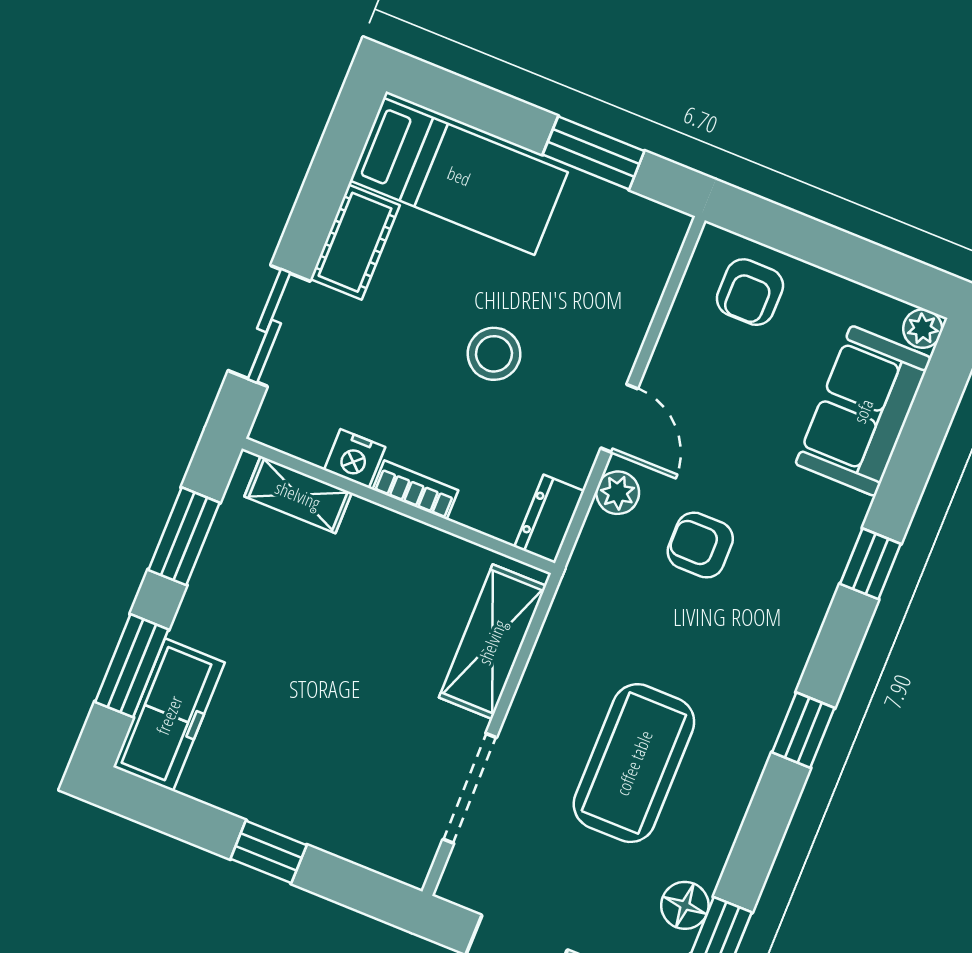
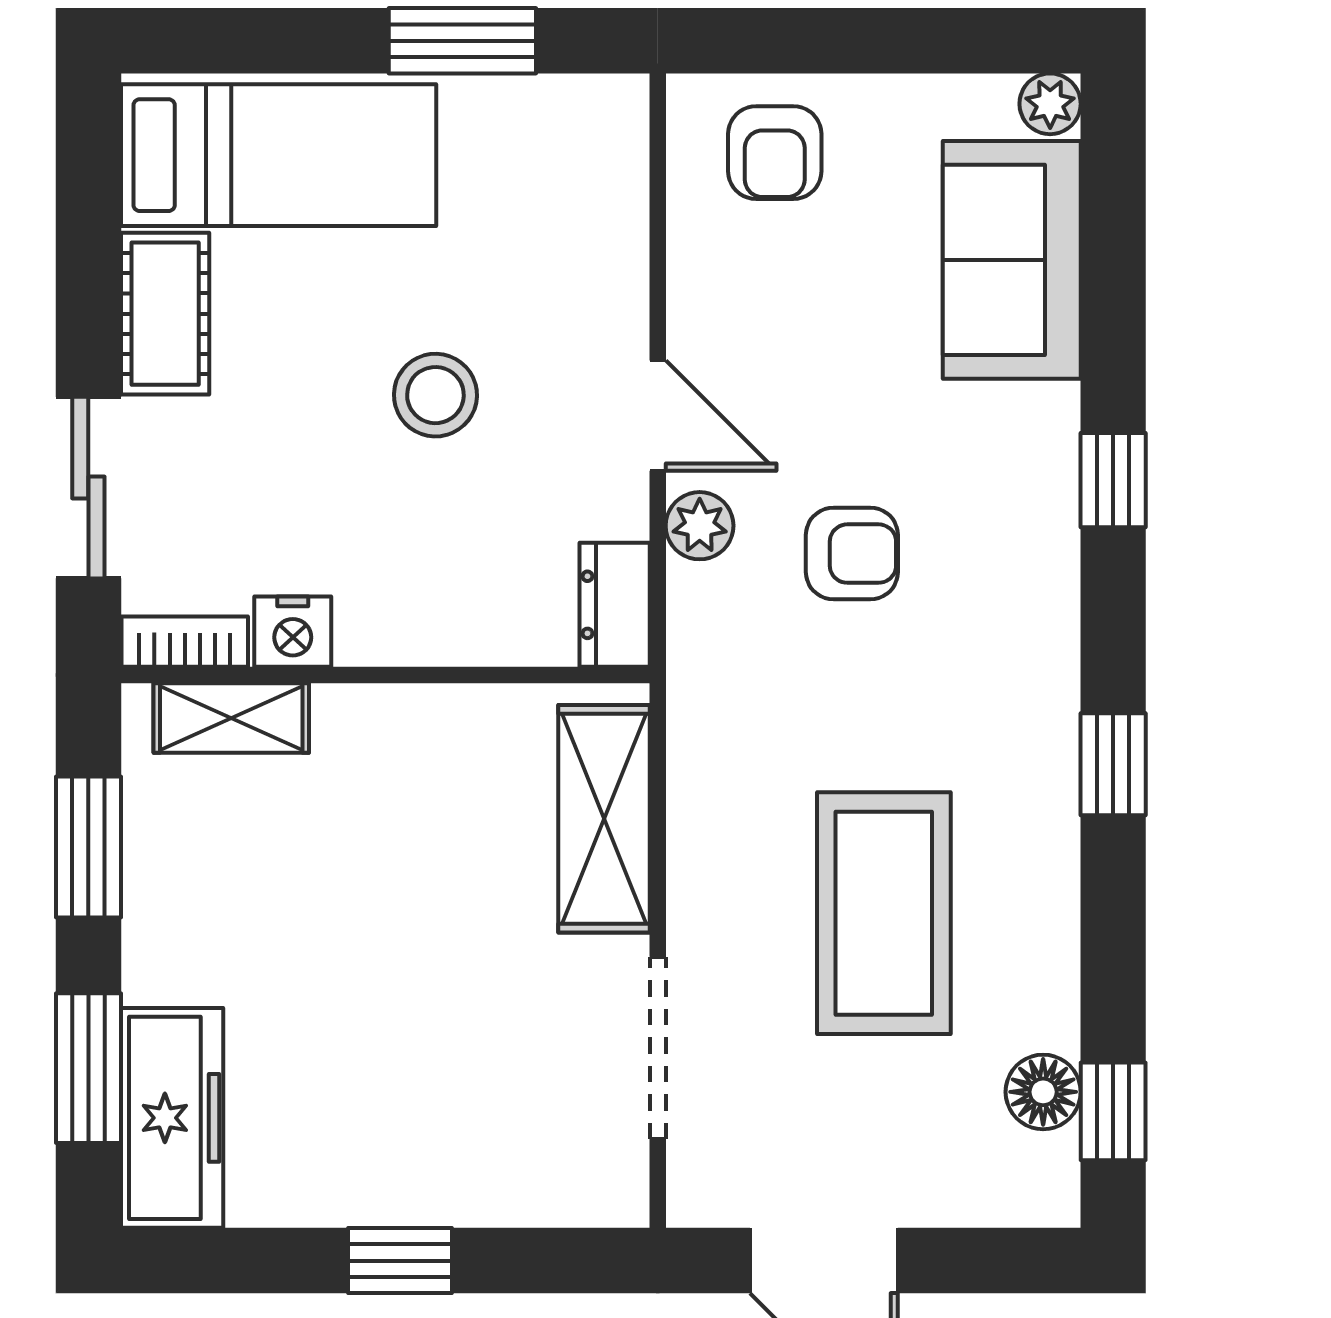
bookcase: (415, 490) -> (185, 642), moved
armchair: (700, 545) -> (852, 554), turned 180

